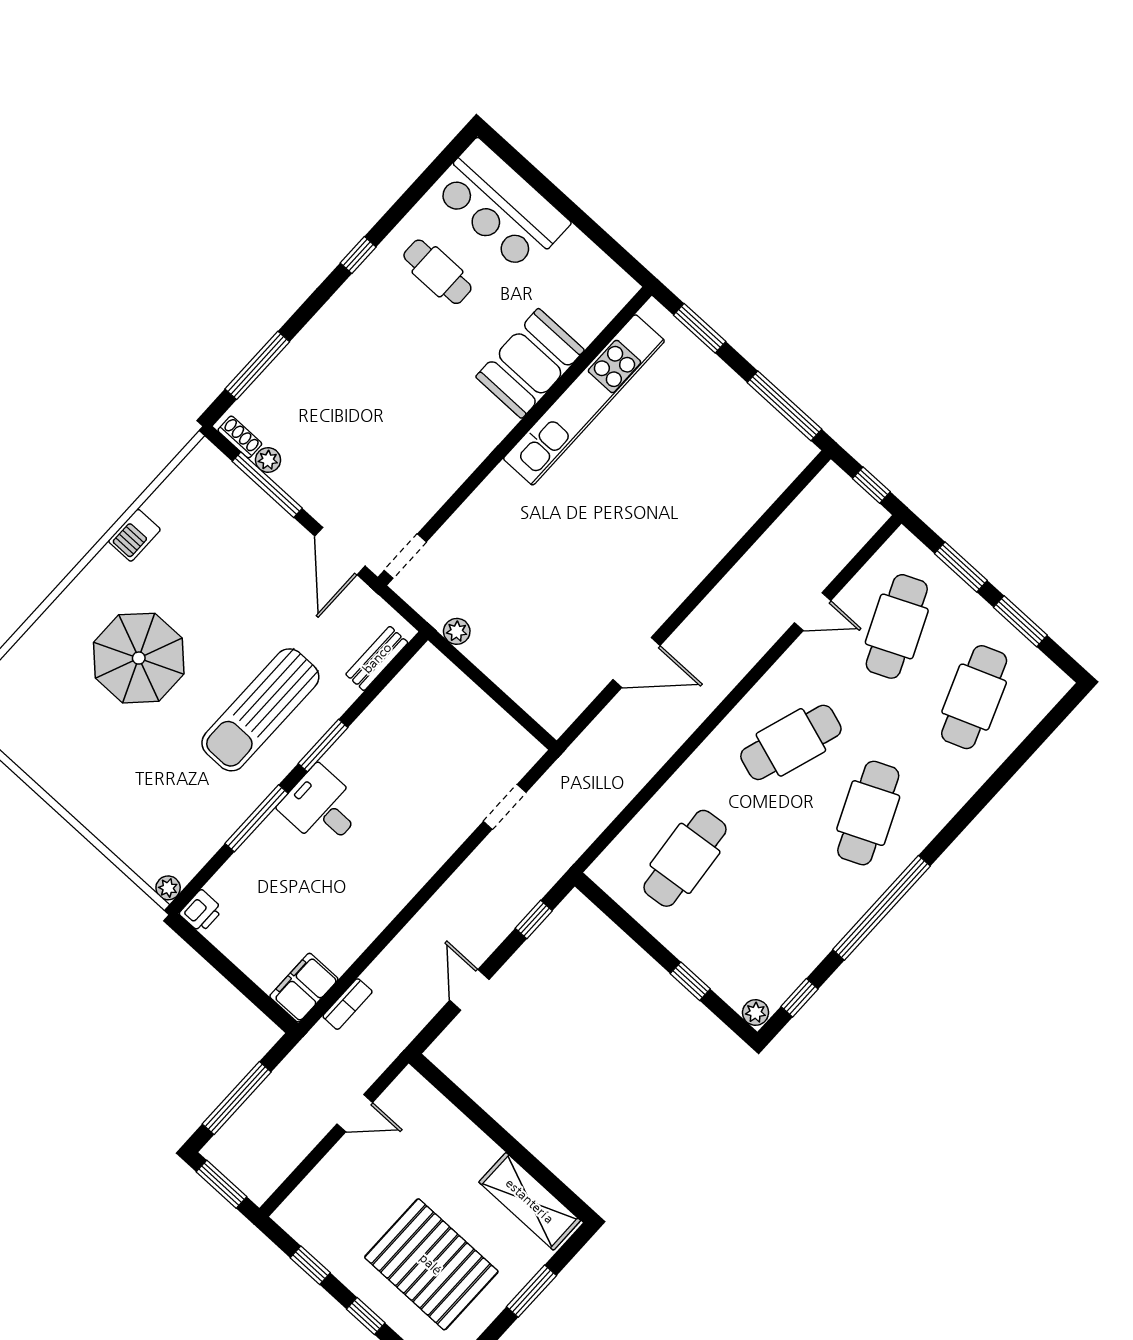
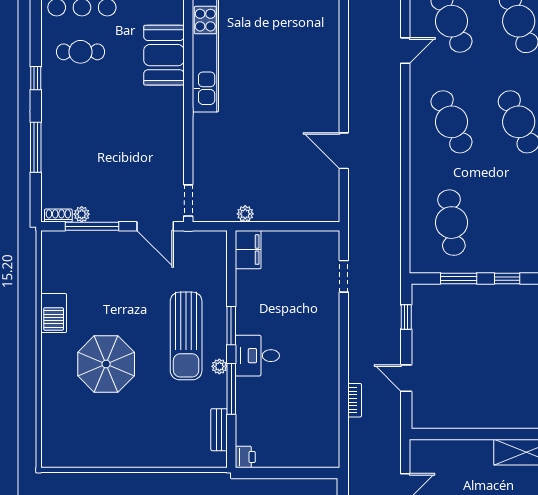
window: (257, 365) -> (36, 147), moved
barbecue: (134, 535) -> (54, 313), width x1.38, depth x1.27
bench: (377, 658) -> (219, 430), moved
door: (637, 662) -> (344, 151), swing flipped
cafe table: (791, 742) -> (451, 122), turned -42
plant: (168, 888) -> (219, 366), moved
window: (634, 930) -> (459, 278), added
filing cabinet: (304, 988) -> (248, 250), moved, turned 180
bookcase: (348, 1004) -> (355, 400), moved

